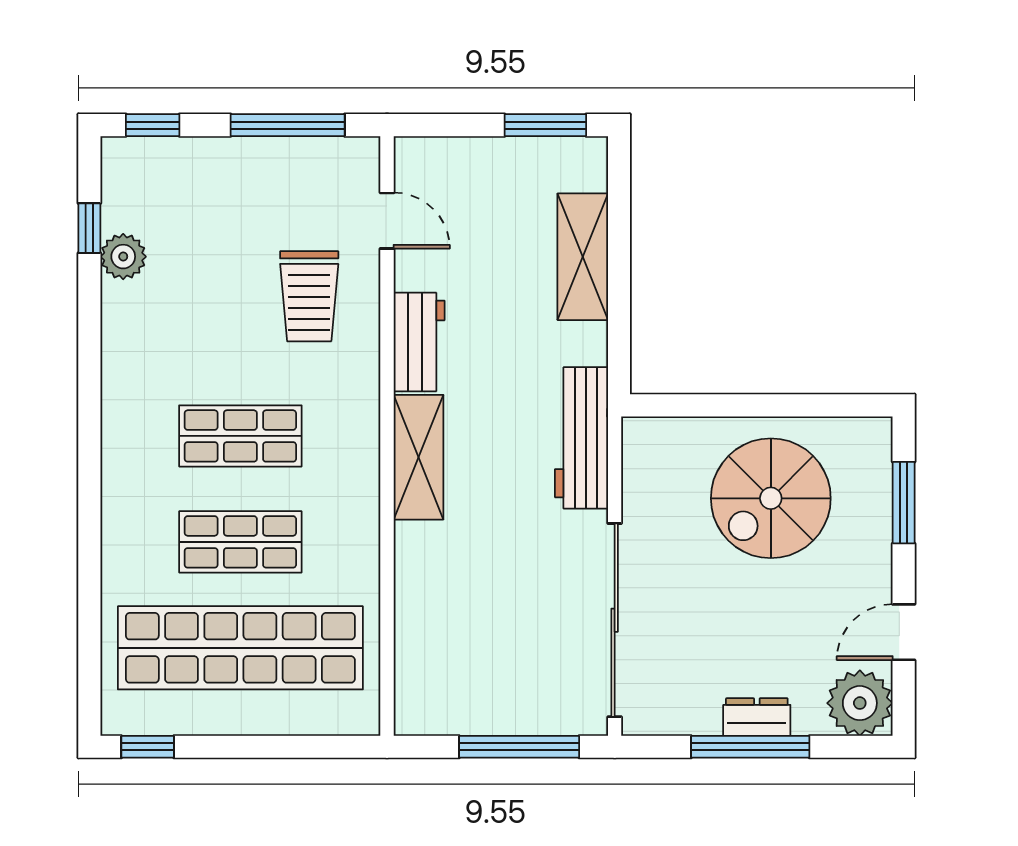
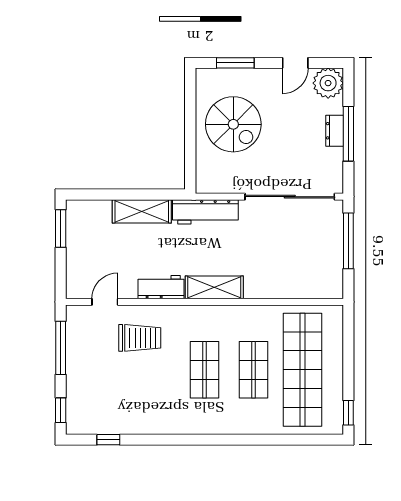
plant: (123, 257) -> (121, 424), removed
shelving: (583, 257) -> (142, 211), moved
door: (904, 632) -> (295, 63), hinge flipped

